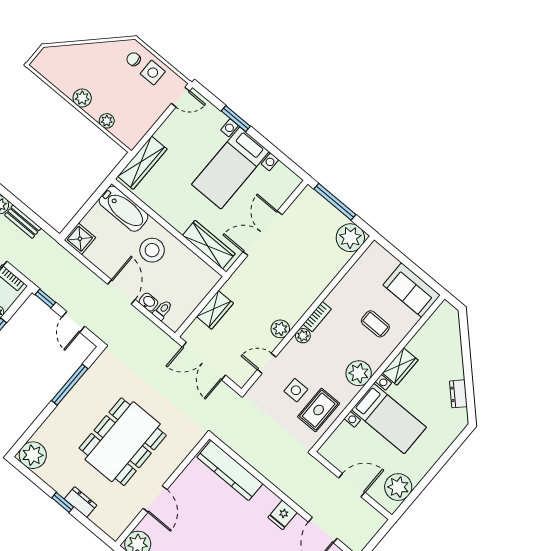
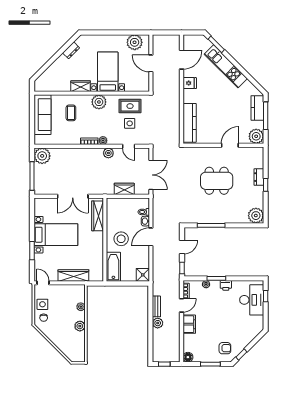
wardrobe: (142, 163) -> (73, 276), moved
sofa: (412, 290) -> (43, 115), width x1.36
dining table: (123, 442) -> (217, 181), width x0.73, depth x0.80

